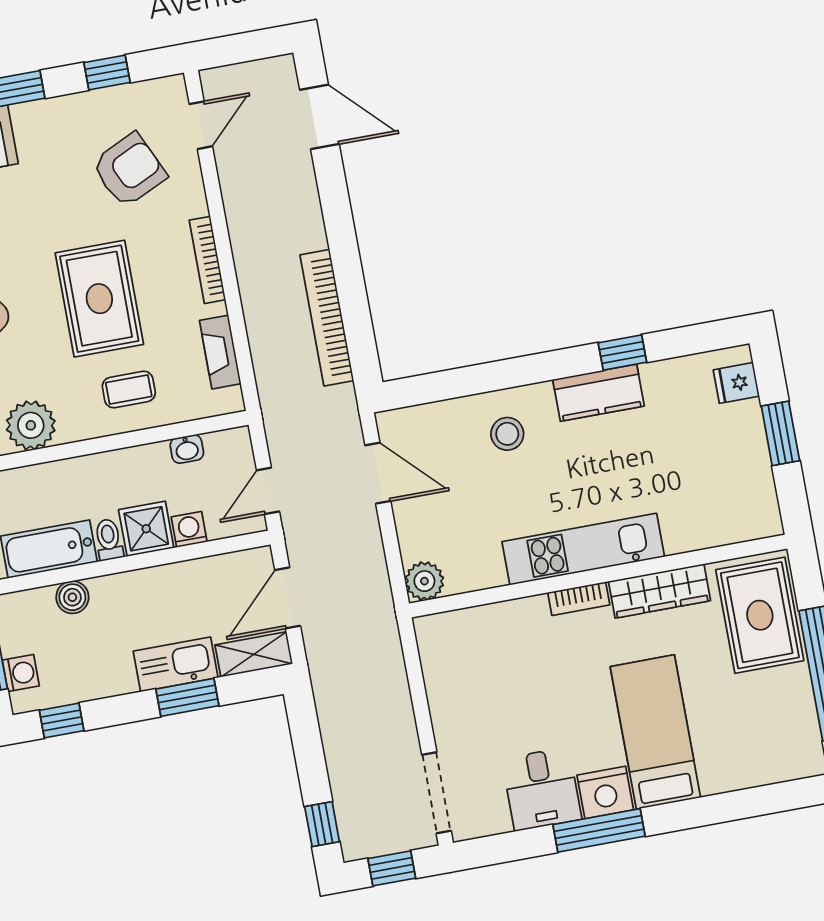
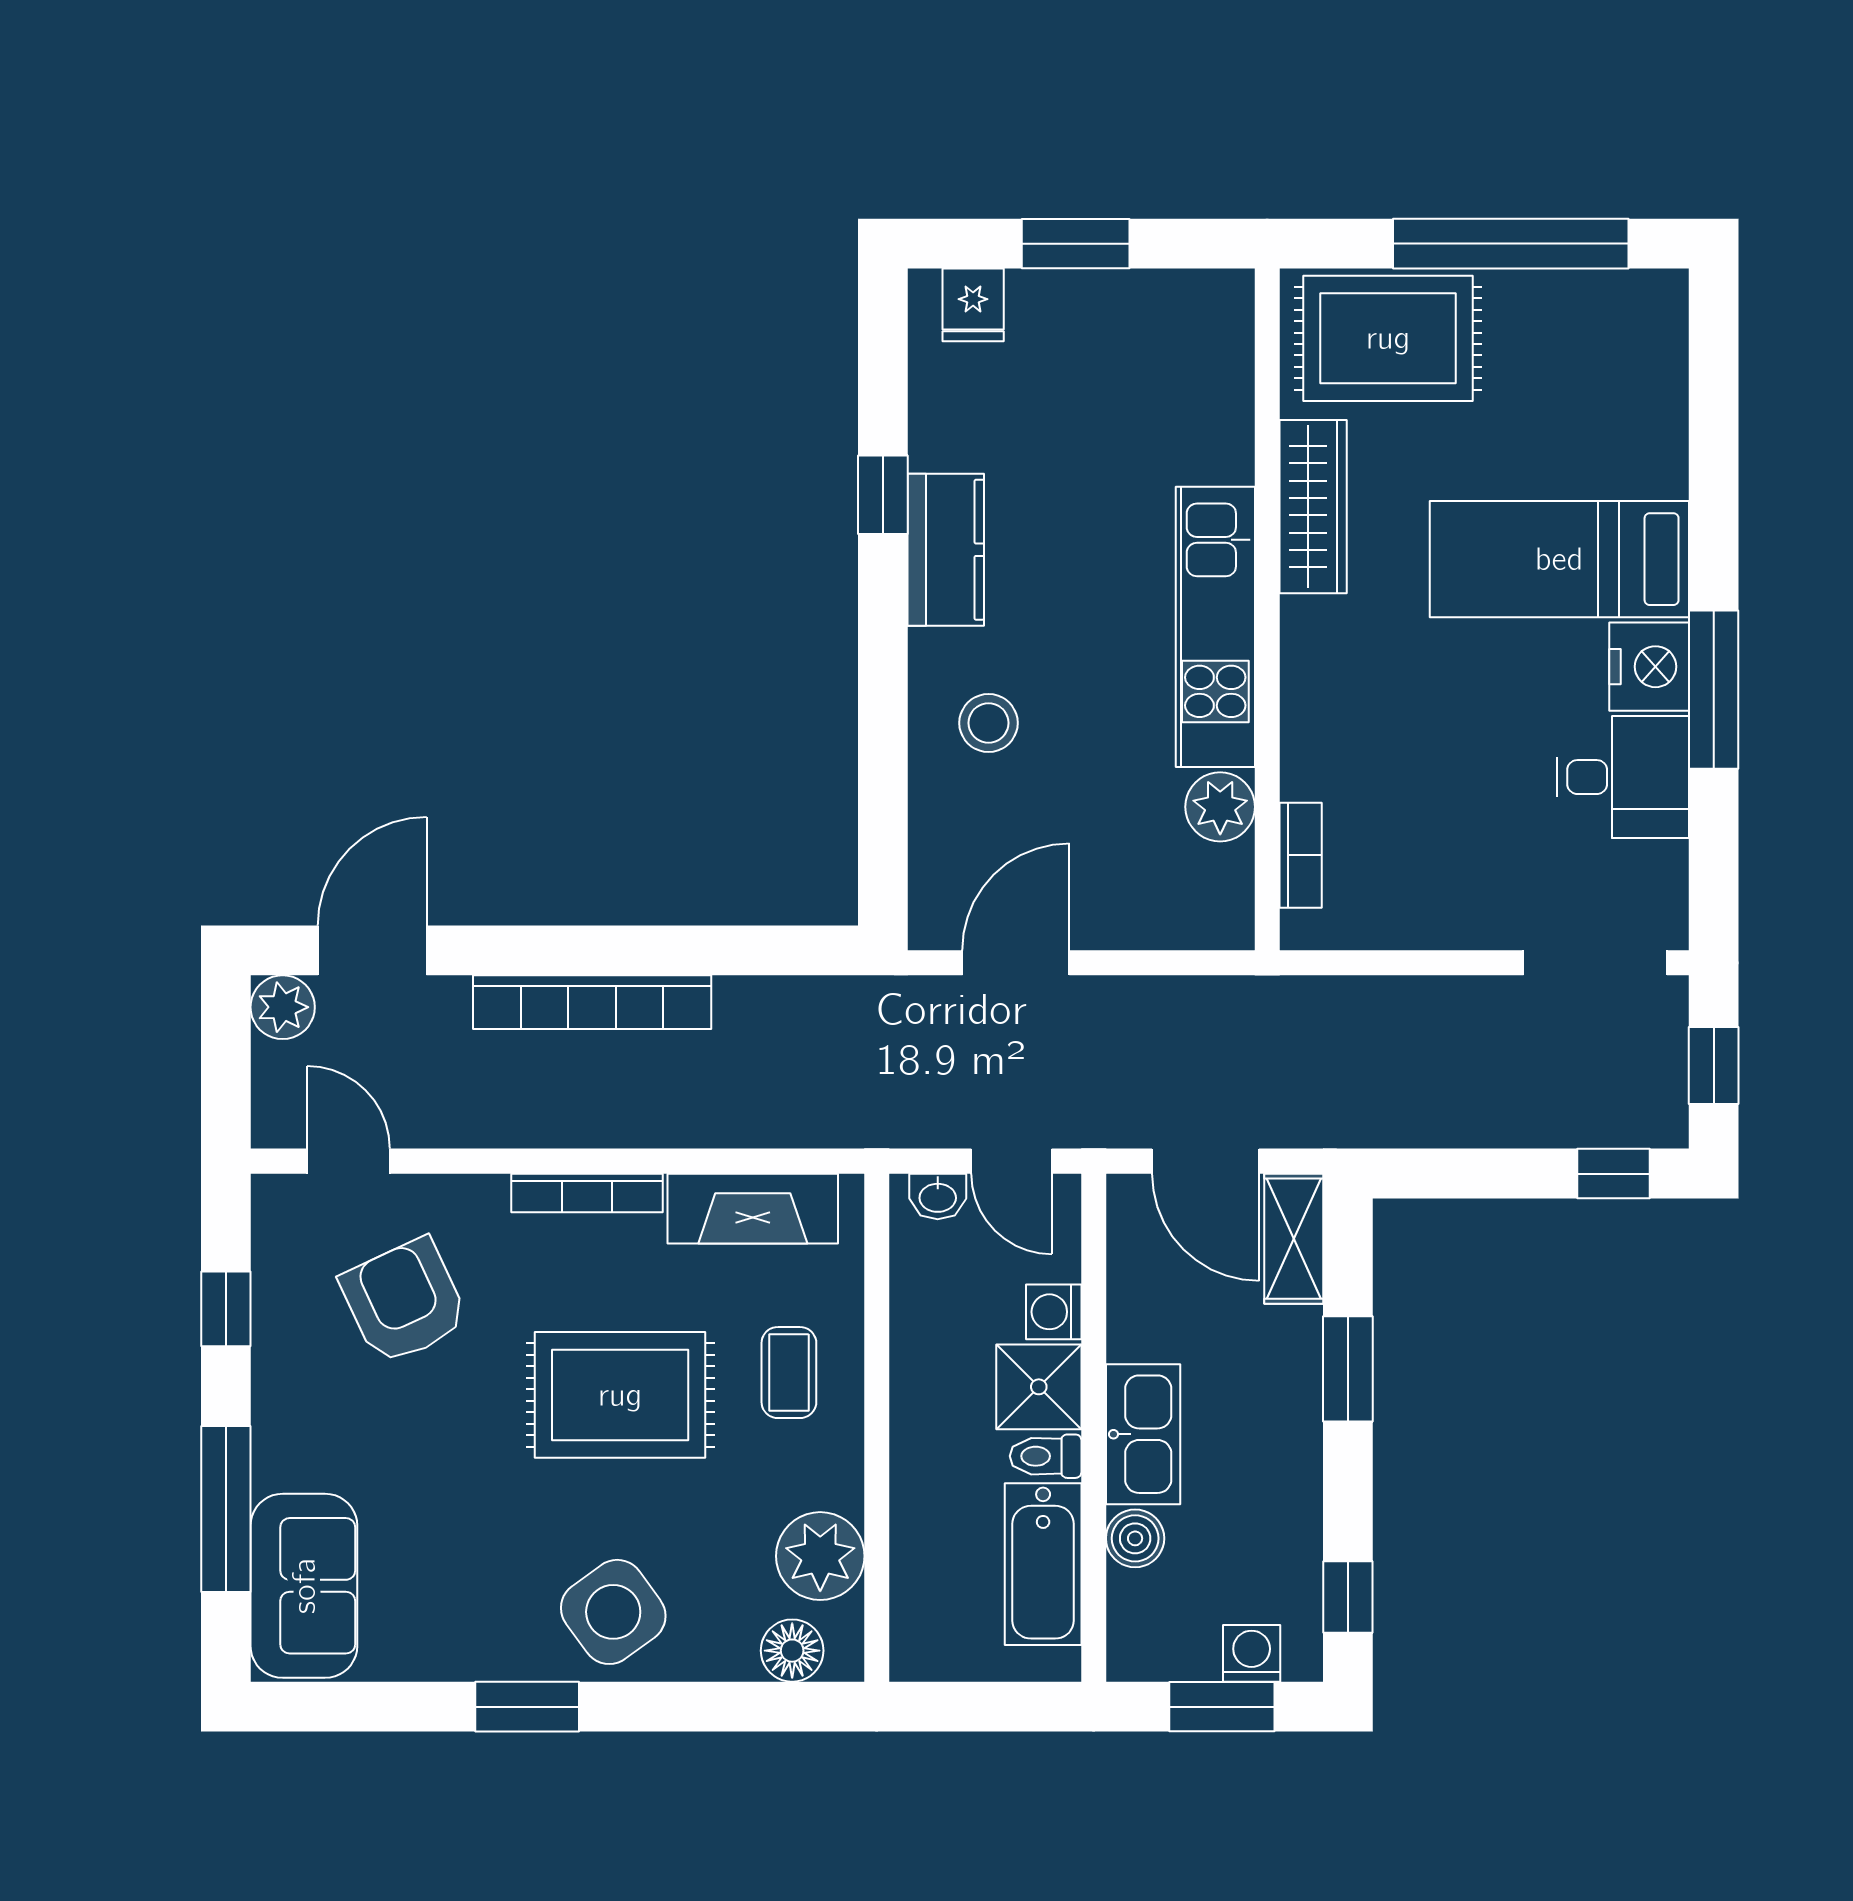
plant: (279, 73) -> (283, 1007), added
bookcase: (327, 318) -> (592, 1002), moved
fireplace: (220, 352) -> (753, 1209), width x1.37, depth x1.32
washbasin: (187, 449) -> (938, 1196), moved, turned 90
plant: (424, 581) -> (1220, 807), moved
bookcase: (579, 599) -> (1301, 855), moved
kitchen sink: (176, 664) -> (1143, 1434), moved, turned 180

